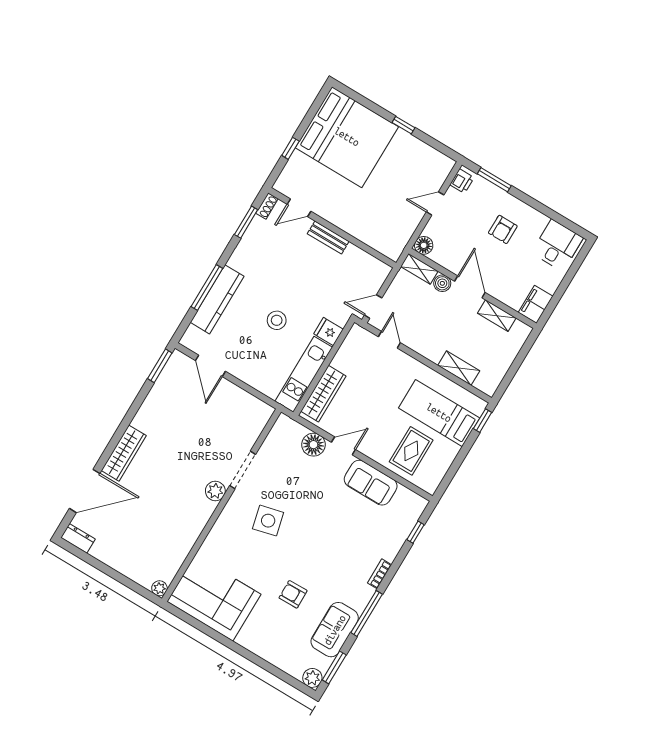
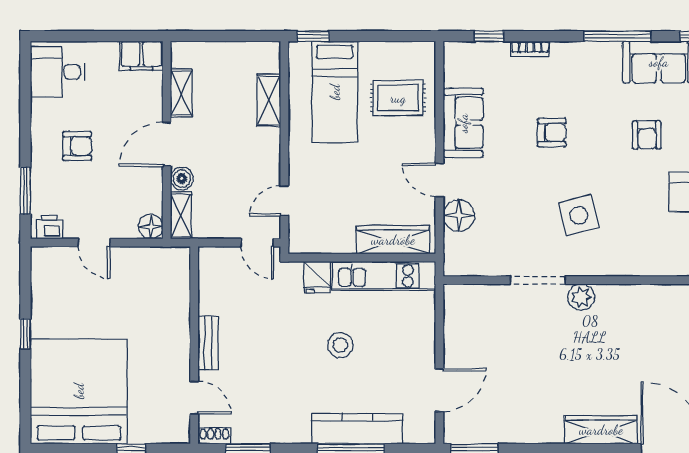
armchair: (331, 535) -> (552, 133), added
bookcase: (379, 574) -> (530, 49), moved

